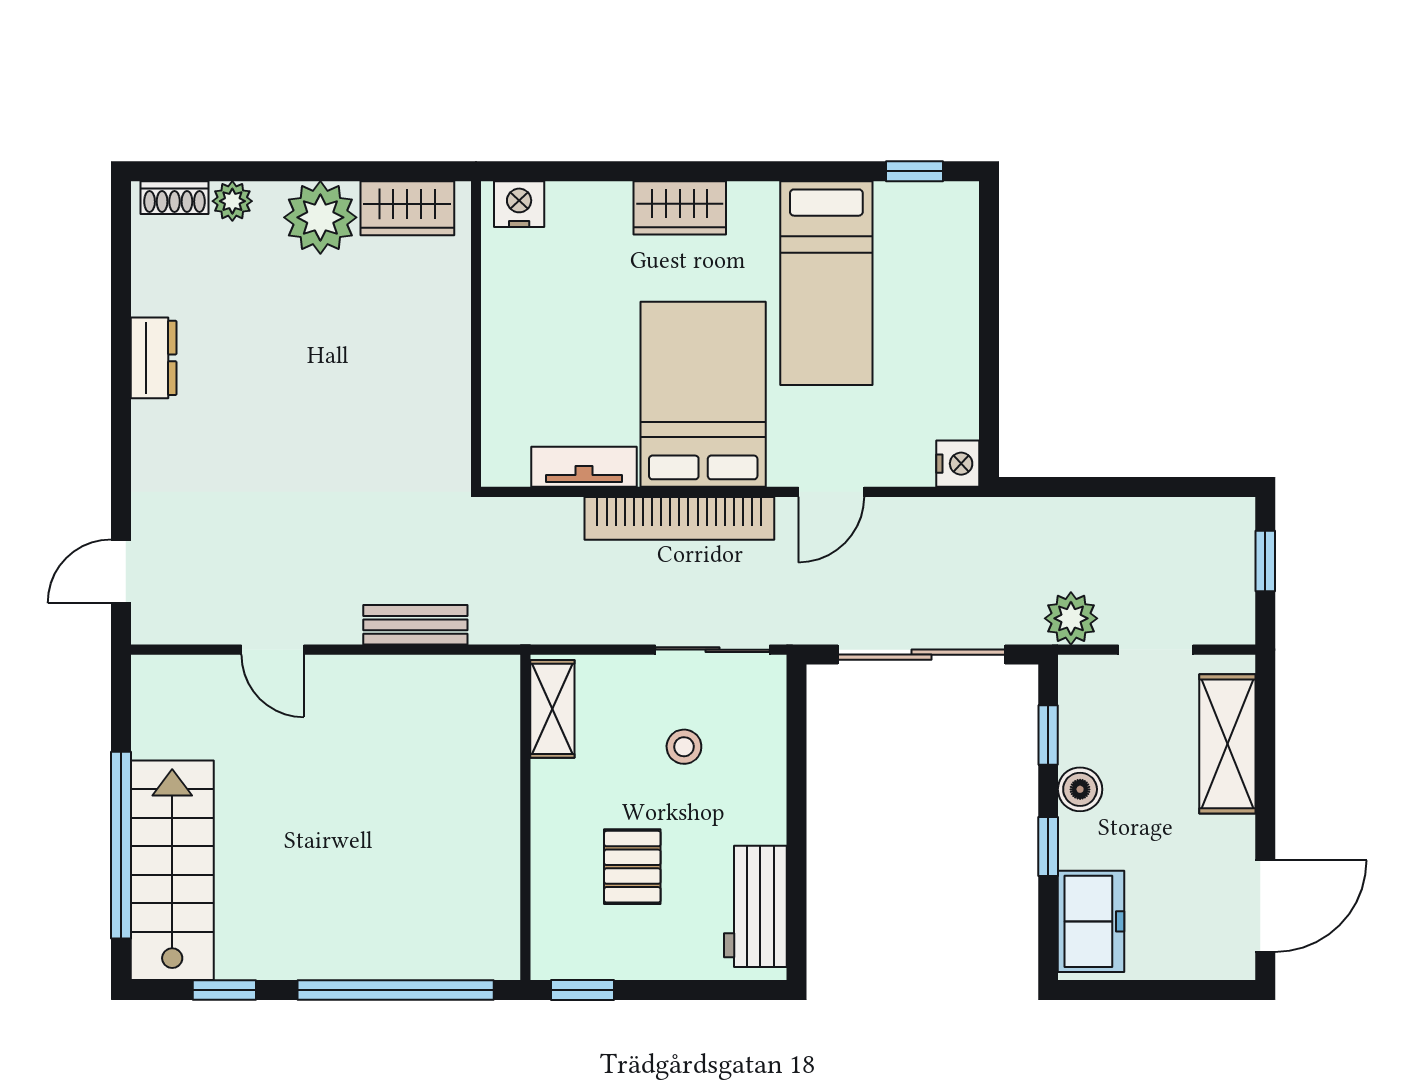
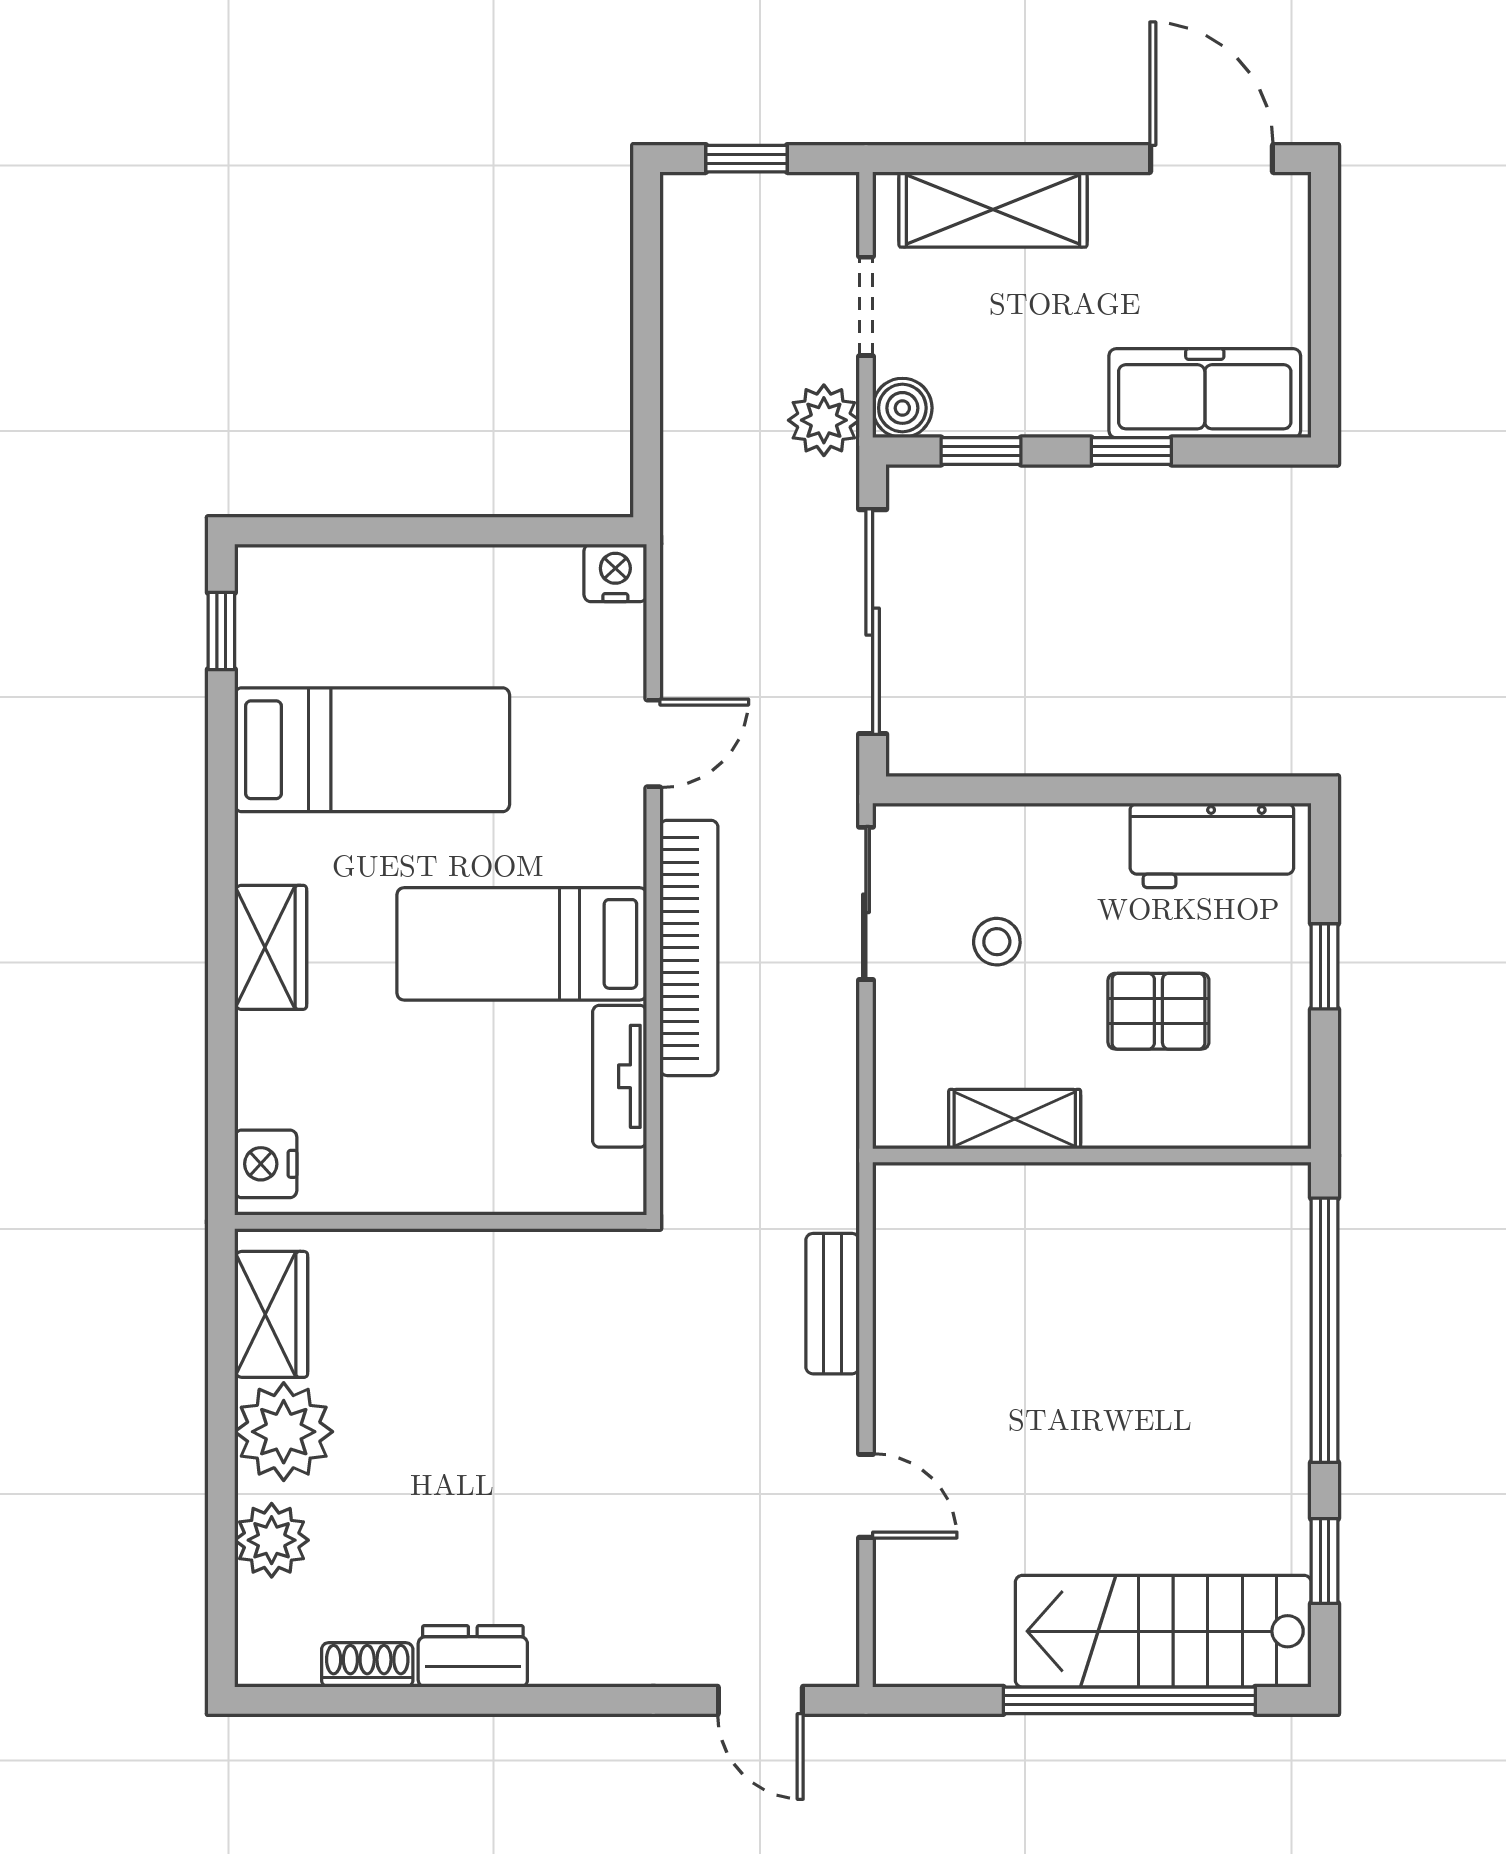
shoe rack: (174, 198) -> (367, 1665), moved, turned -90
plant: (232, 201) -> (272, 1540), width x1.38, depth x1.38
bed: (703, 394) -> (522, 944), width x0.67
door: (831, 492) -> (653, 743), hinge flipped
door: (273, 650) -> (866, 1496), hinge flipped
shelving: (552, 709) -> (1015, 1119), moved
boiler: (1080, 789) -> (902, 408), moved
freezer: (1091, 921) -> (1205, 393), width x1.40
window: (582, 990) -> (1325, 966), moved

